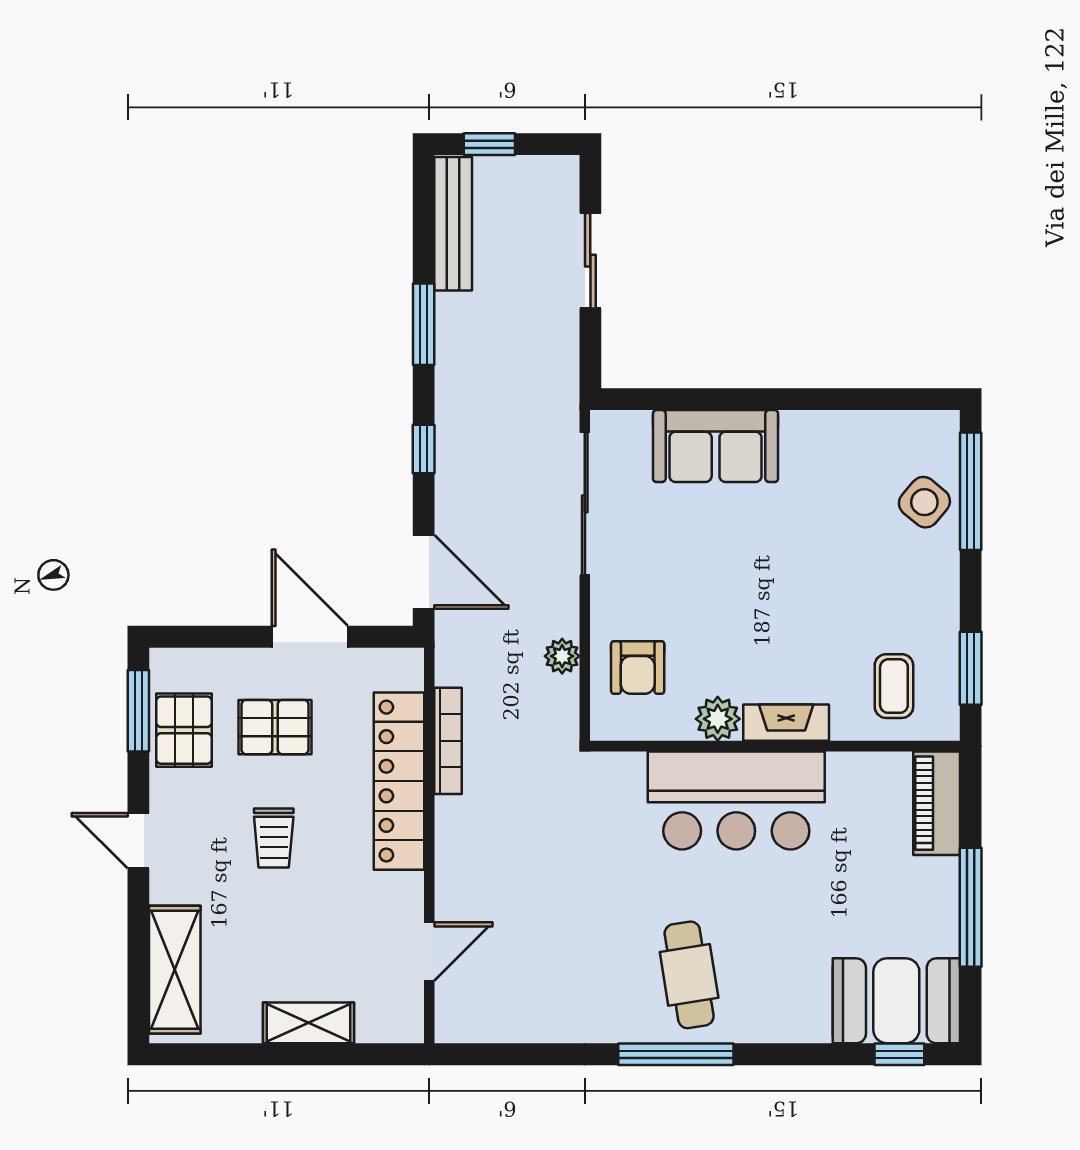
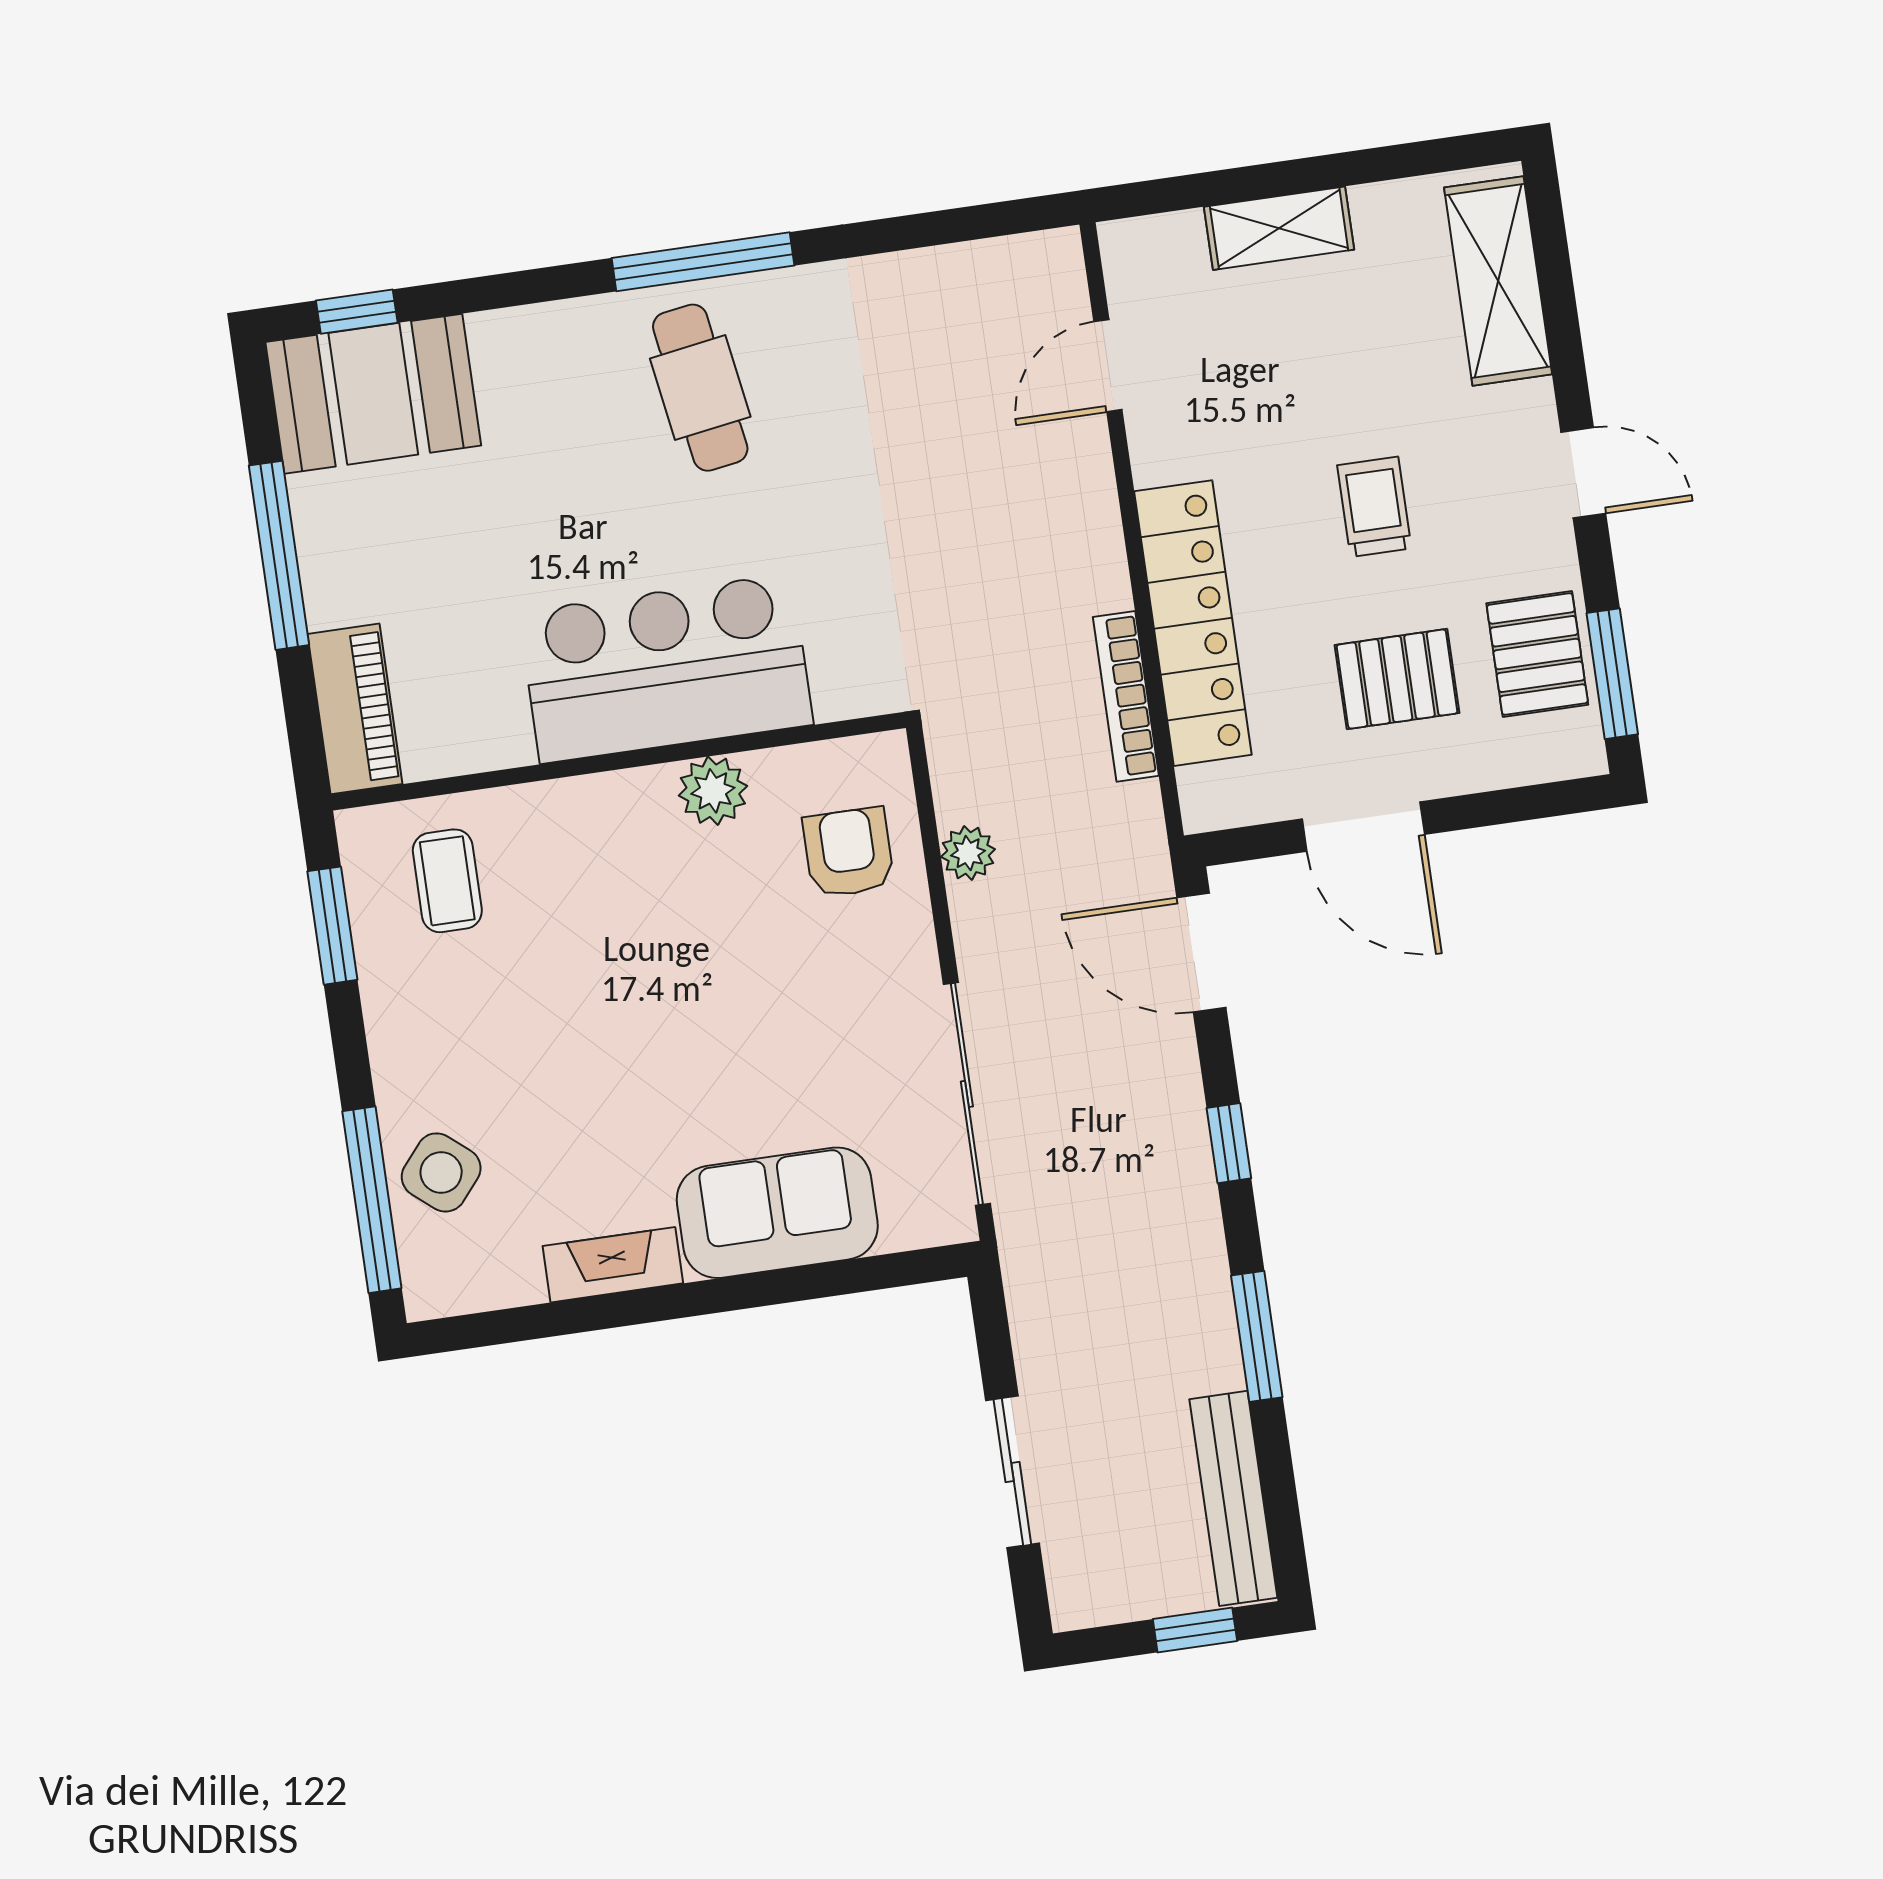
fireplace: (786, 723) -> (613, 1265), moved, turned 180

